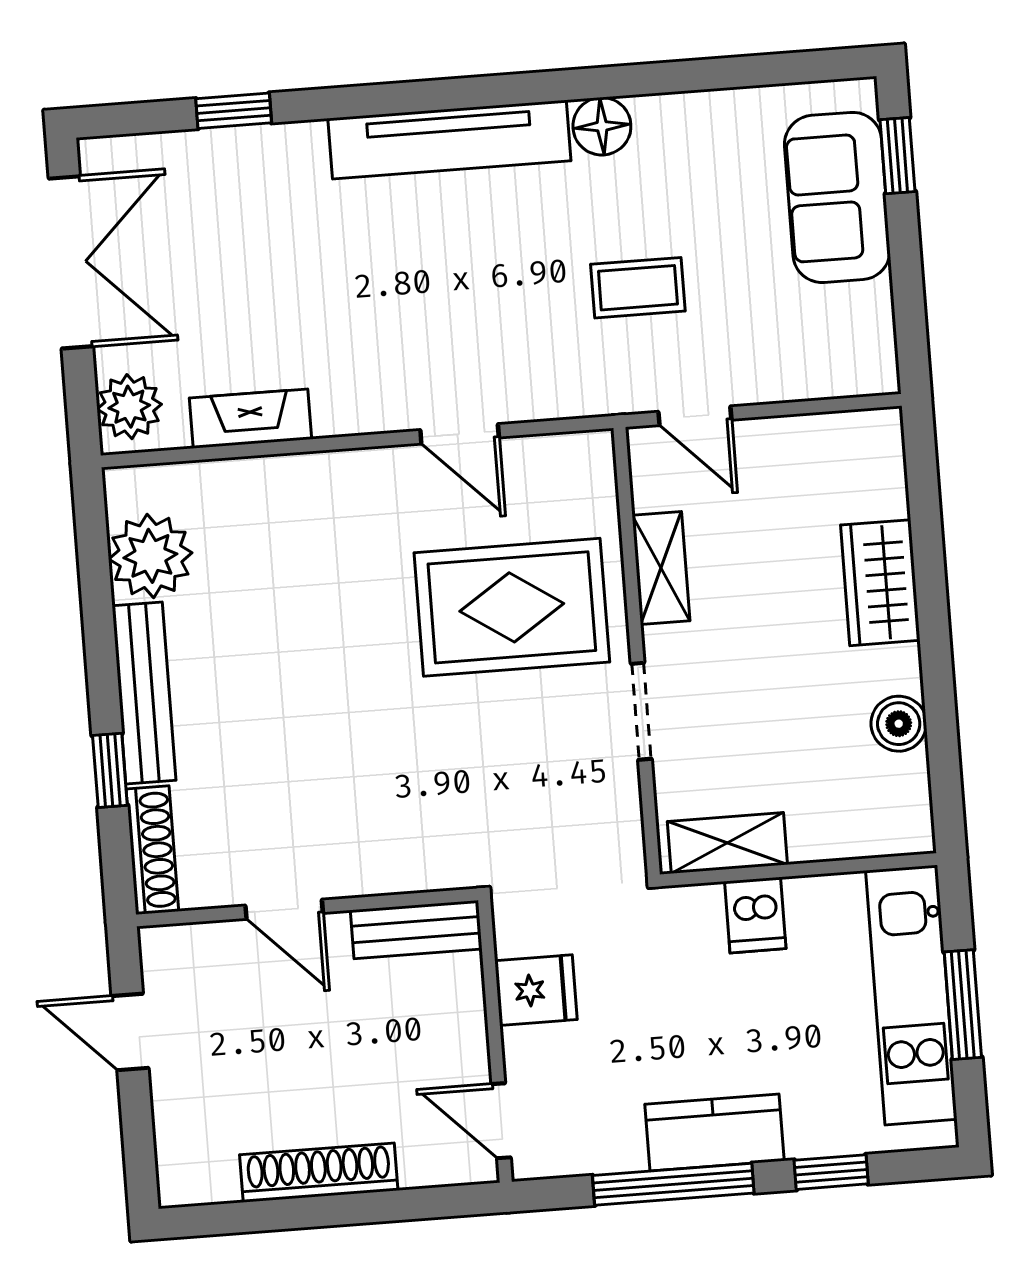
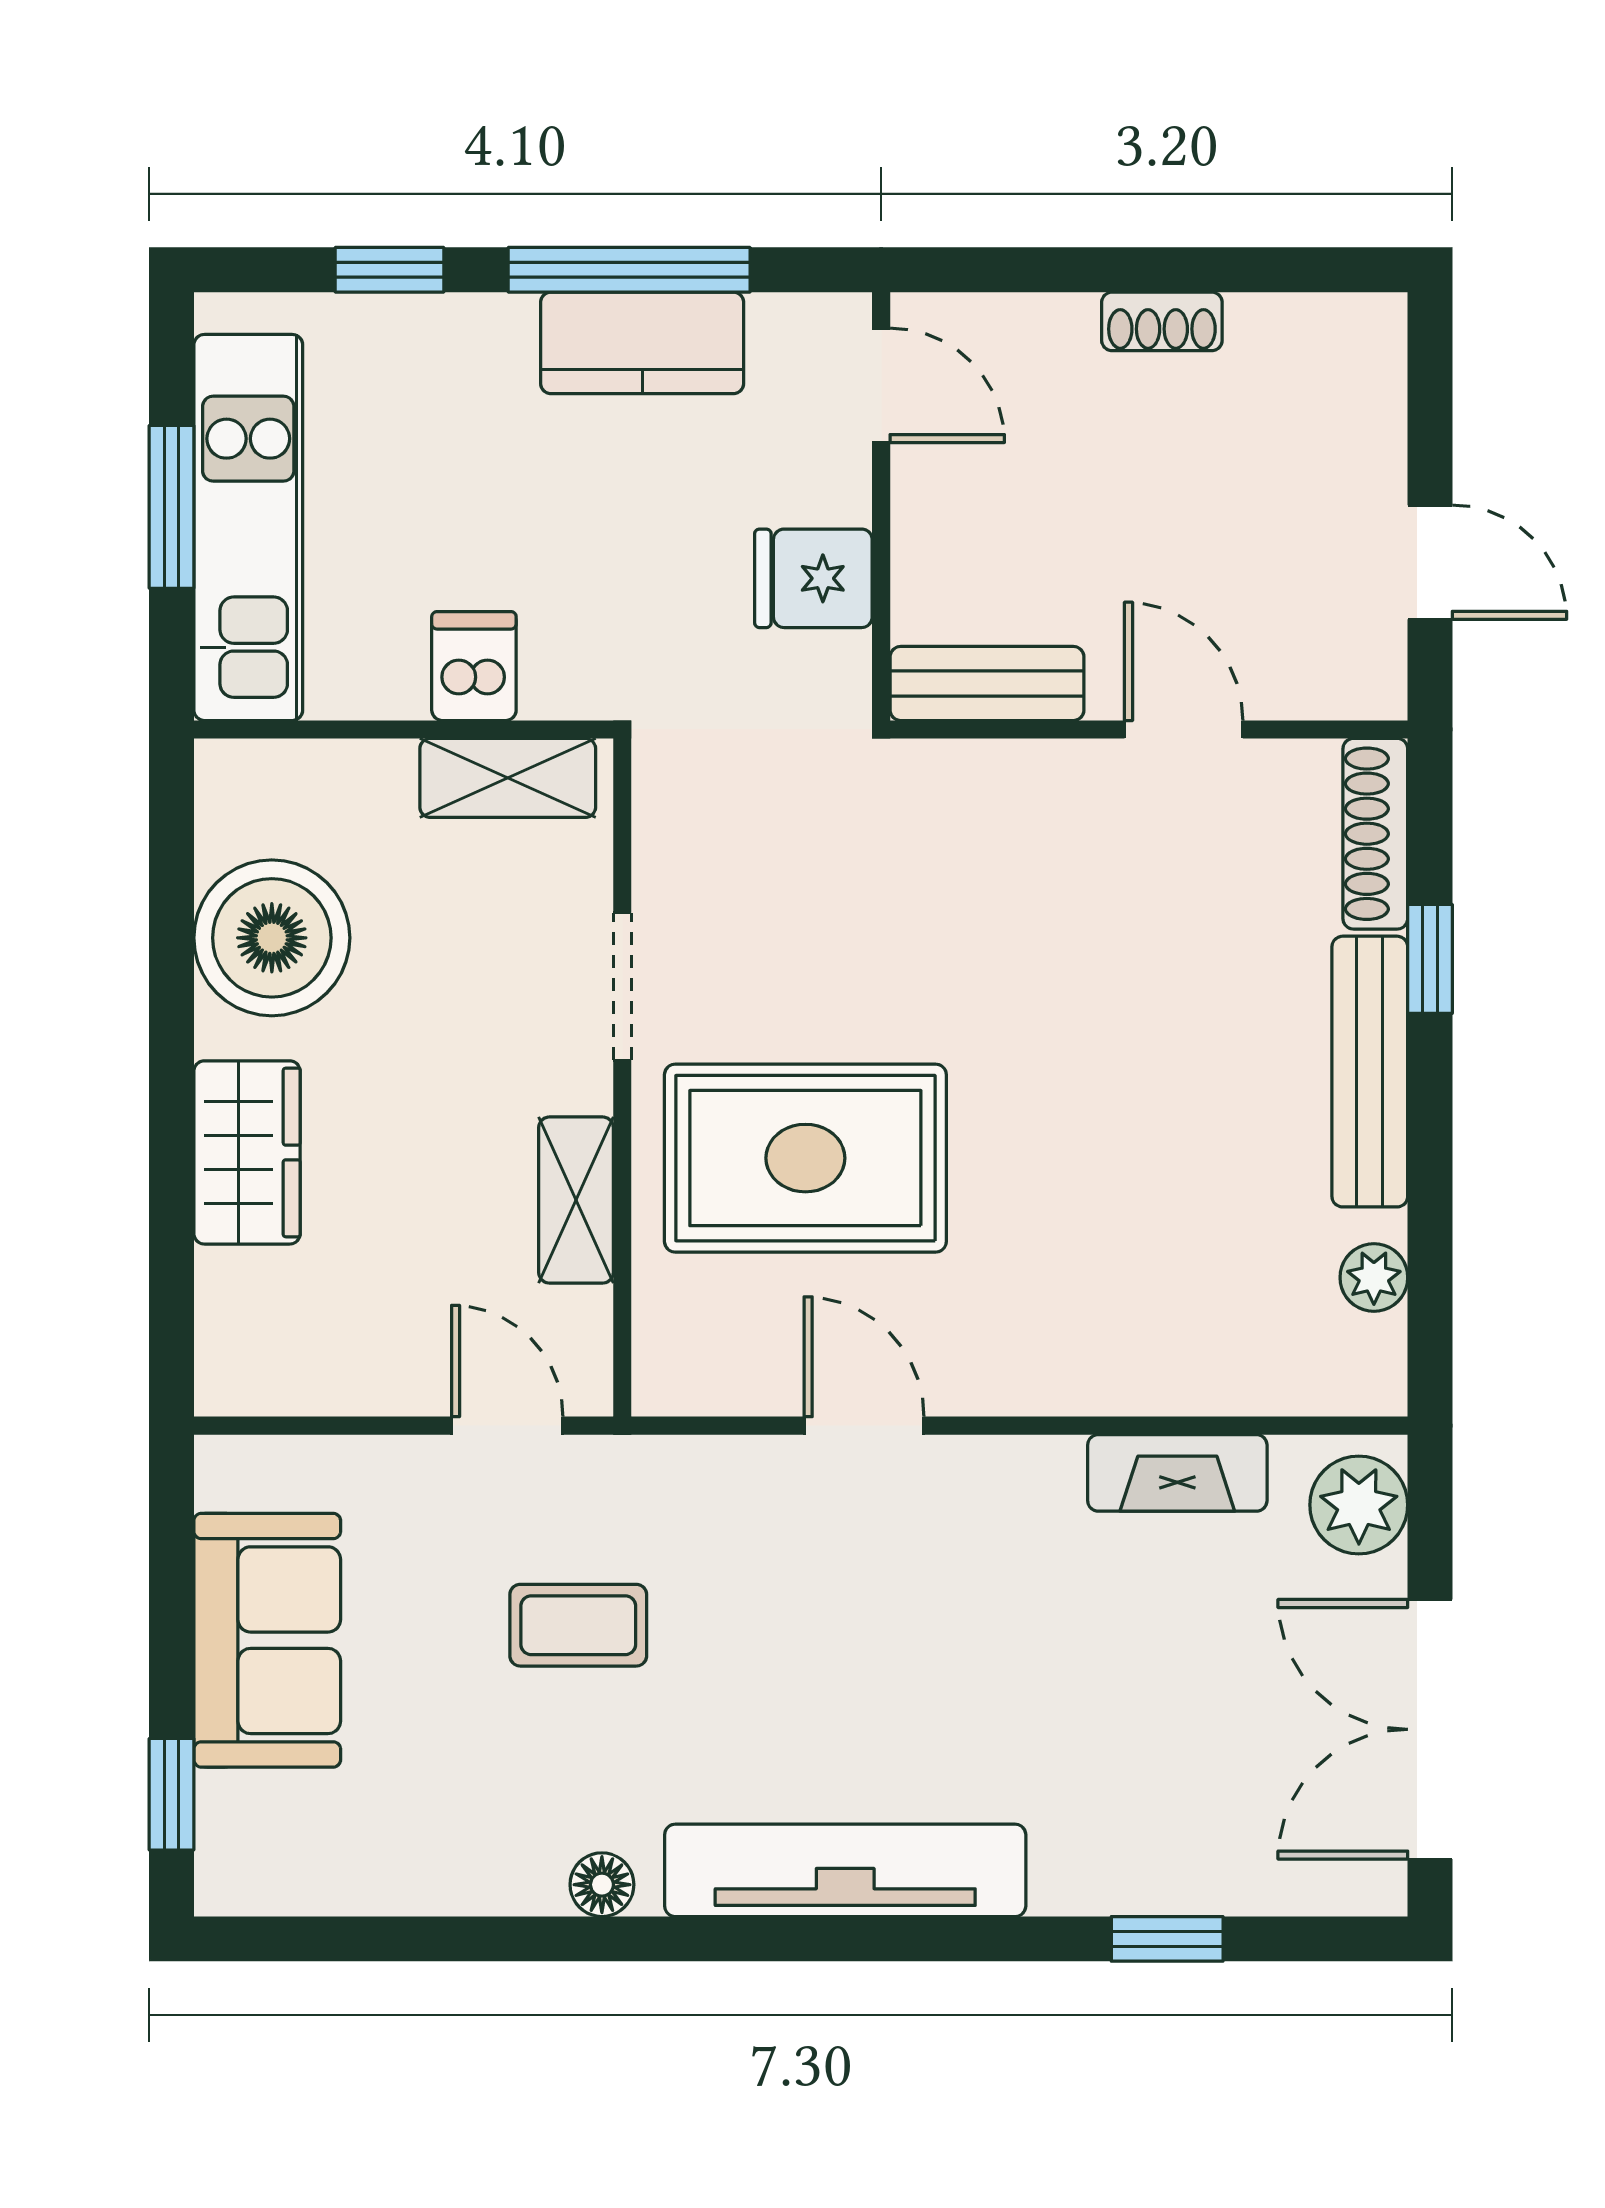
floor lamp: (602, 126) -> (602, 1885), width x0.73, depth x0.73
sofa: (837, 197) -> (267, 1640), moved
plant: (150, 556) -> (1374, 1278), width x0.53, depth x0.53
boiler: (899, 724) -> (272, 938), width x1.86, depth x1.86
kitchen counter: (714, 1133) -> (642, 343), moved
shoe rack: (319, 1173) -> (1162, 321), width x0.51, depth x0.81

